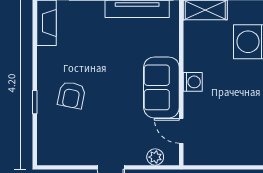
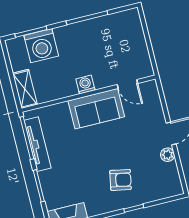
door: (181, 131) -> (127, 84), hinge flipped
plant: (155, 157) -> (168, 155), moved

